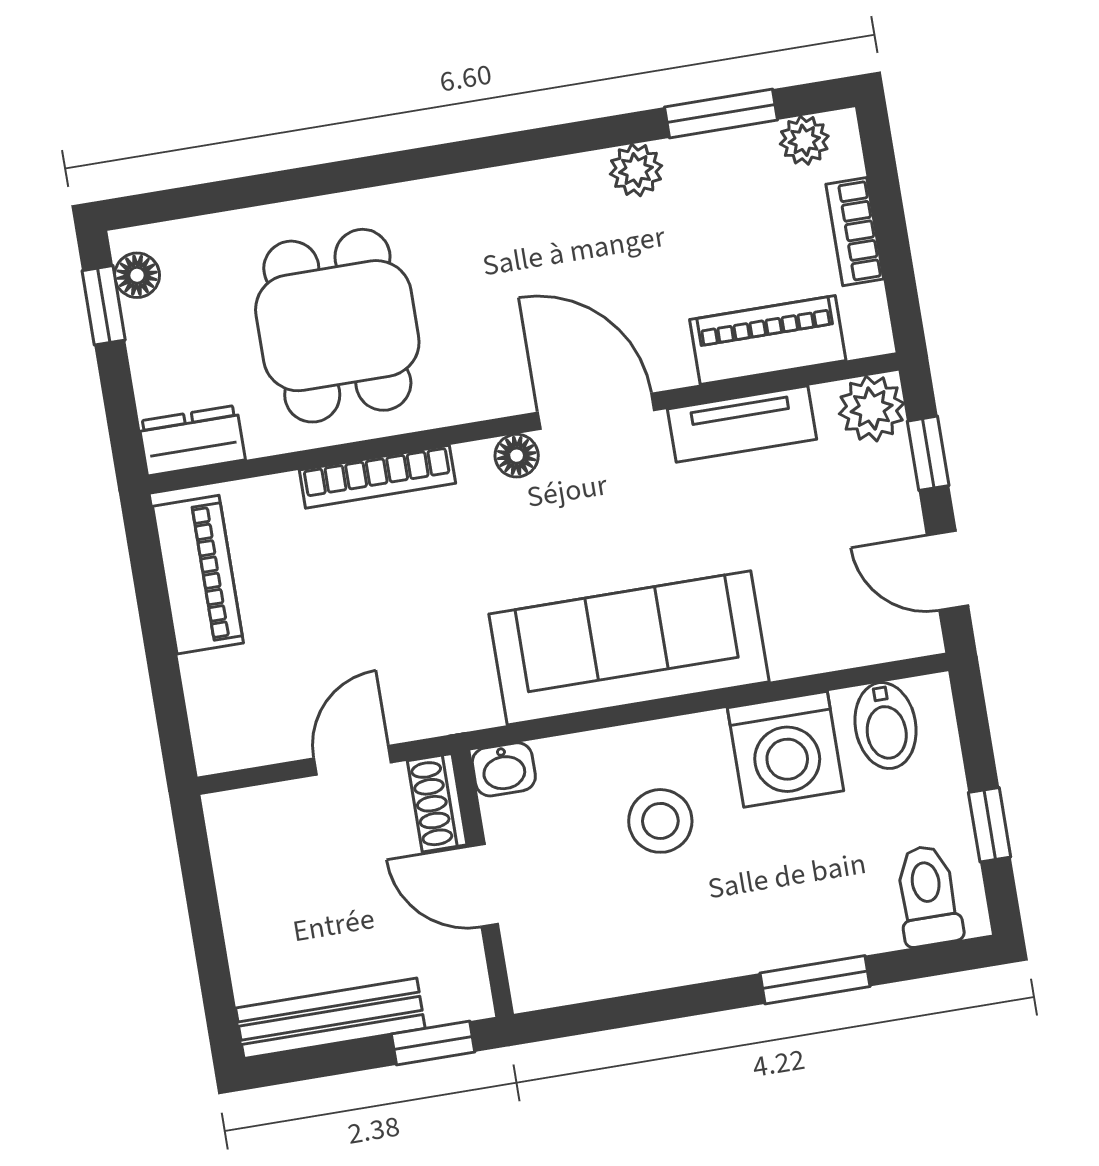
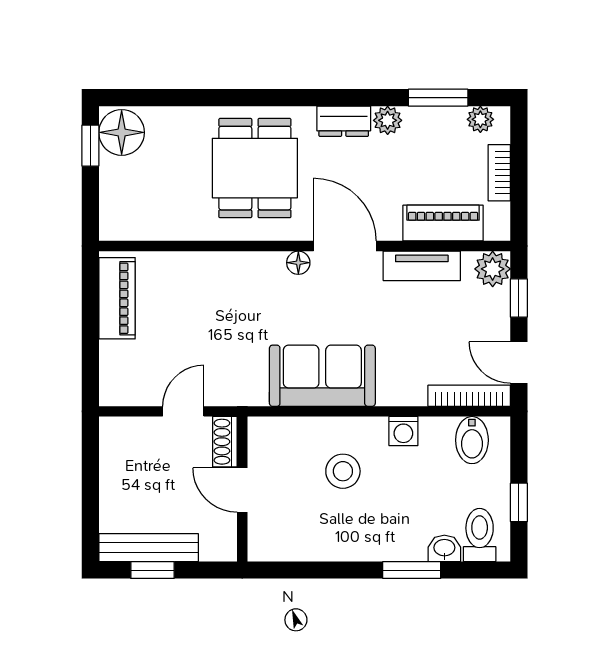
floor lamp: (137, 275) -> (122, 132), width x1.89, depth x1.89
dining table: (337, 326) -> (255, 168), moved
dresser: (192, 441) -> (344, 121), moved, turned 180
bookcase: (377, 477) -> (469, 396), moved, turned 180
sofa: (629, 648) -> (322, 376), width x0.73
washing machine: (786, 749) -> (403, 431), width x0.53, depth x0.53
washbasin: (504, 769) -> (444, 548), moved, turned 180
window: (433, 1043) -> (152, 570), moved

